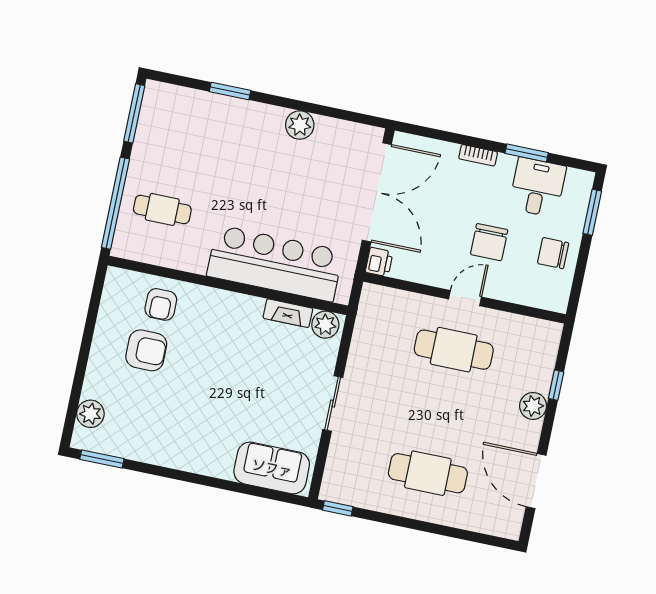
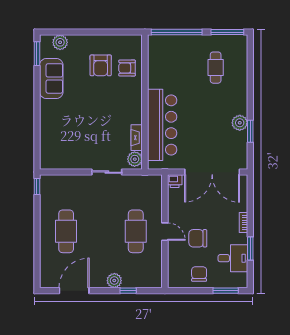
window: (230, 91) -> (250, 131), moved
cafe table: (162, 209) -> (216, 68), moved
sliding door: (333, 403) -> (107, 172), moved
sofa: (272, 468) -> (51, 78), moved

